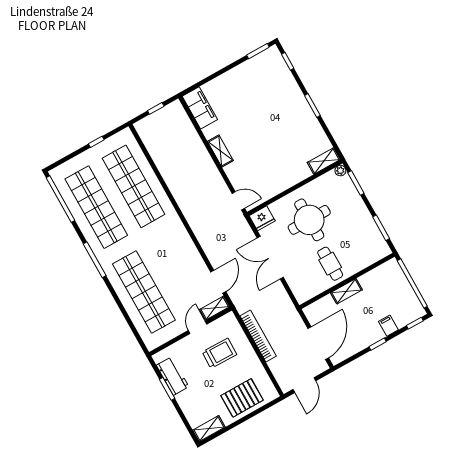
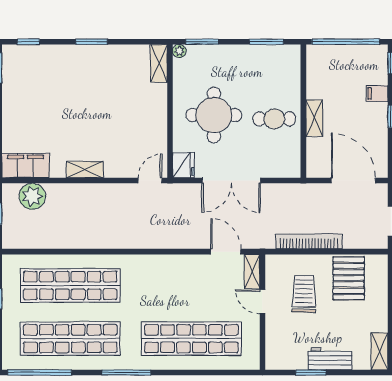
plant: (181, 125) -> (32, 196), added
workbench: (173, 376) -> (330, 359), moved
pallet: (242, 398) -> (349, 278), moved

